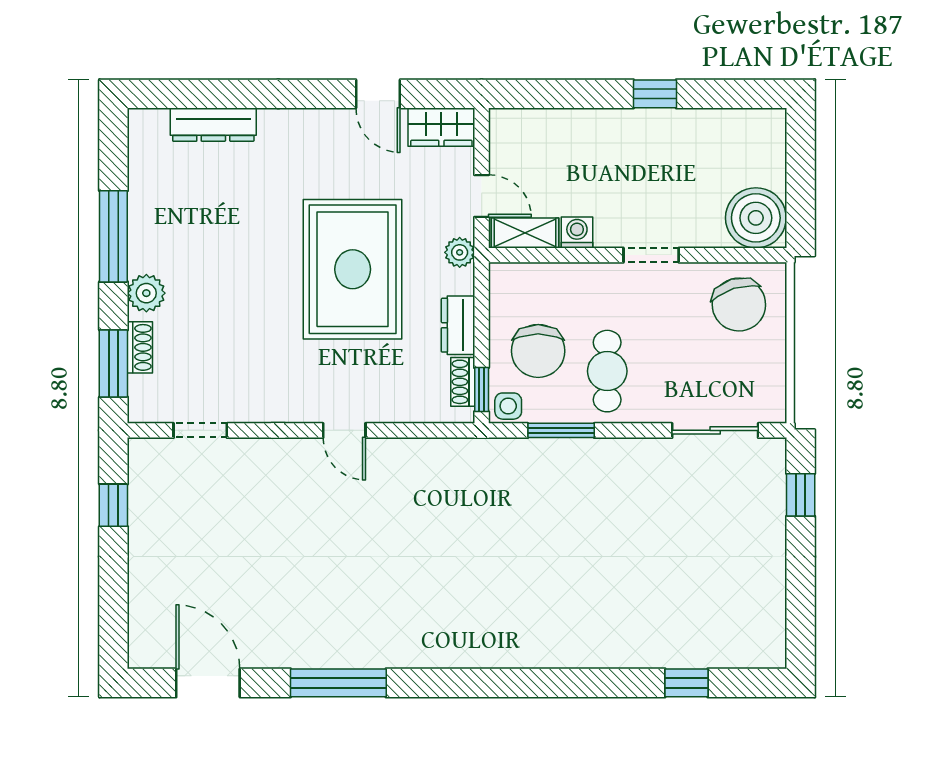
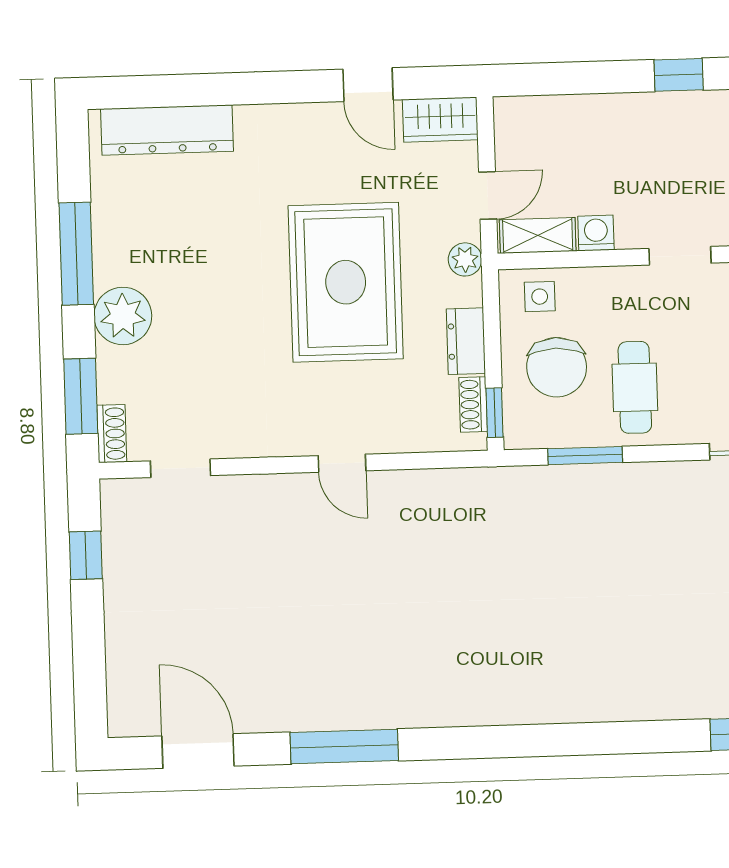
dresser: (213, 125) -> (167, 130), width x1.37, depth x1.24
door: (482, 196) -> (488, 195), hinge flipped
plant: (146, 293) -> (123, 316), width x1.36, depth x1.36
shoe rack: (140, 347) -> (112, 434), moved
side table: (508, 406) -> (540, 297), moved

